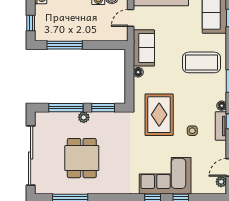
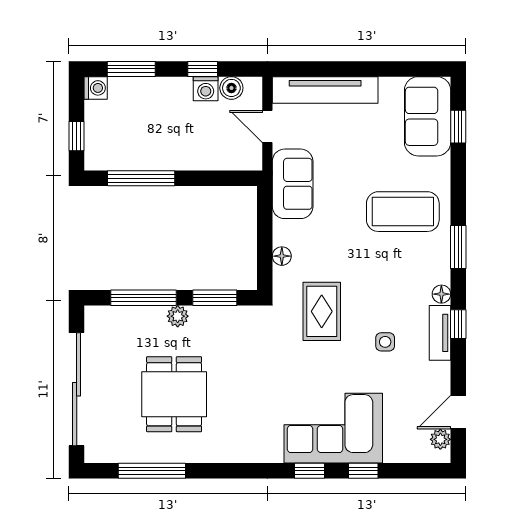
door: (131, 18) -> (267, 126), hinge flipped
floor lamp: (138, 72) -> (282, 256), moved
rug: (159, 115) -> (322, 311), width x0.73, depth x0.70

